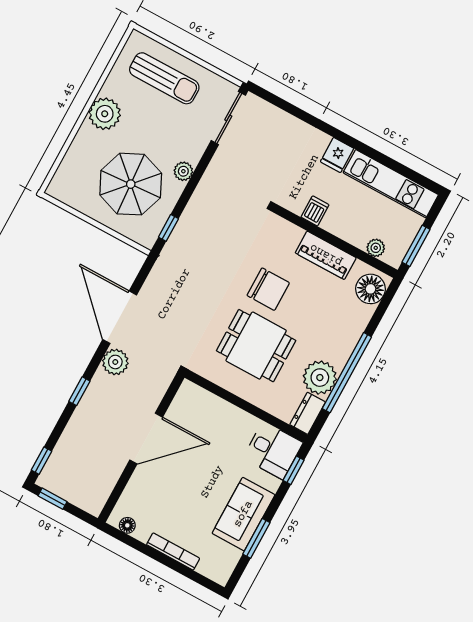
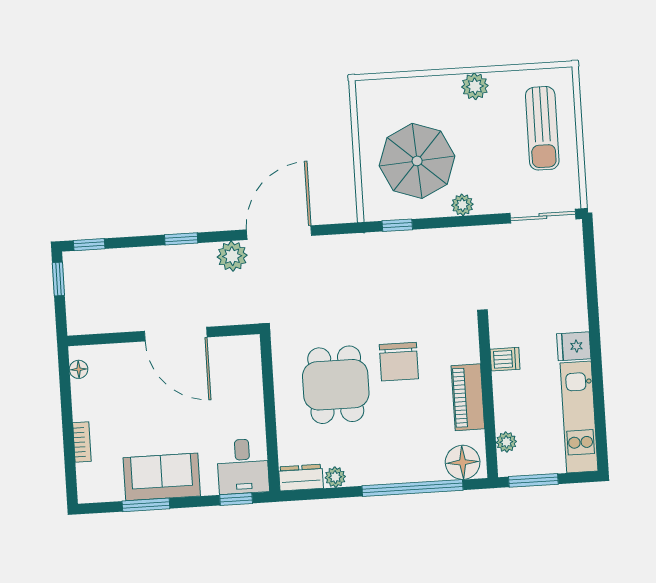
plant: (105, 114) -> (475, 86), width x0.73, depth x0.73
window: (347, 373) -> (412, 488), moved
plant: (320, 378) -> (335, 477), width x0.53, depth x0.53
bookcase: (173, 551) -> (82, 442), width x0.64

